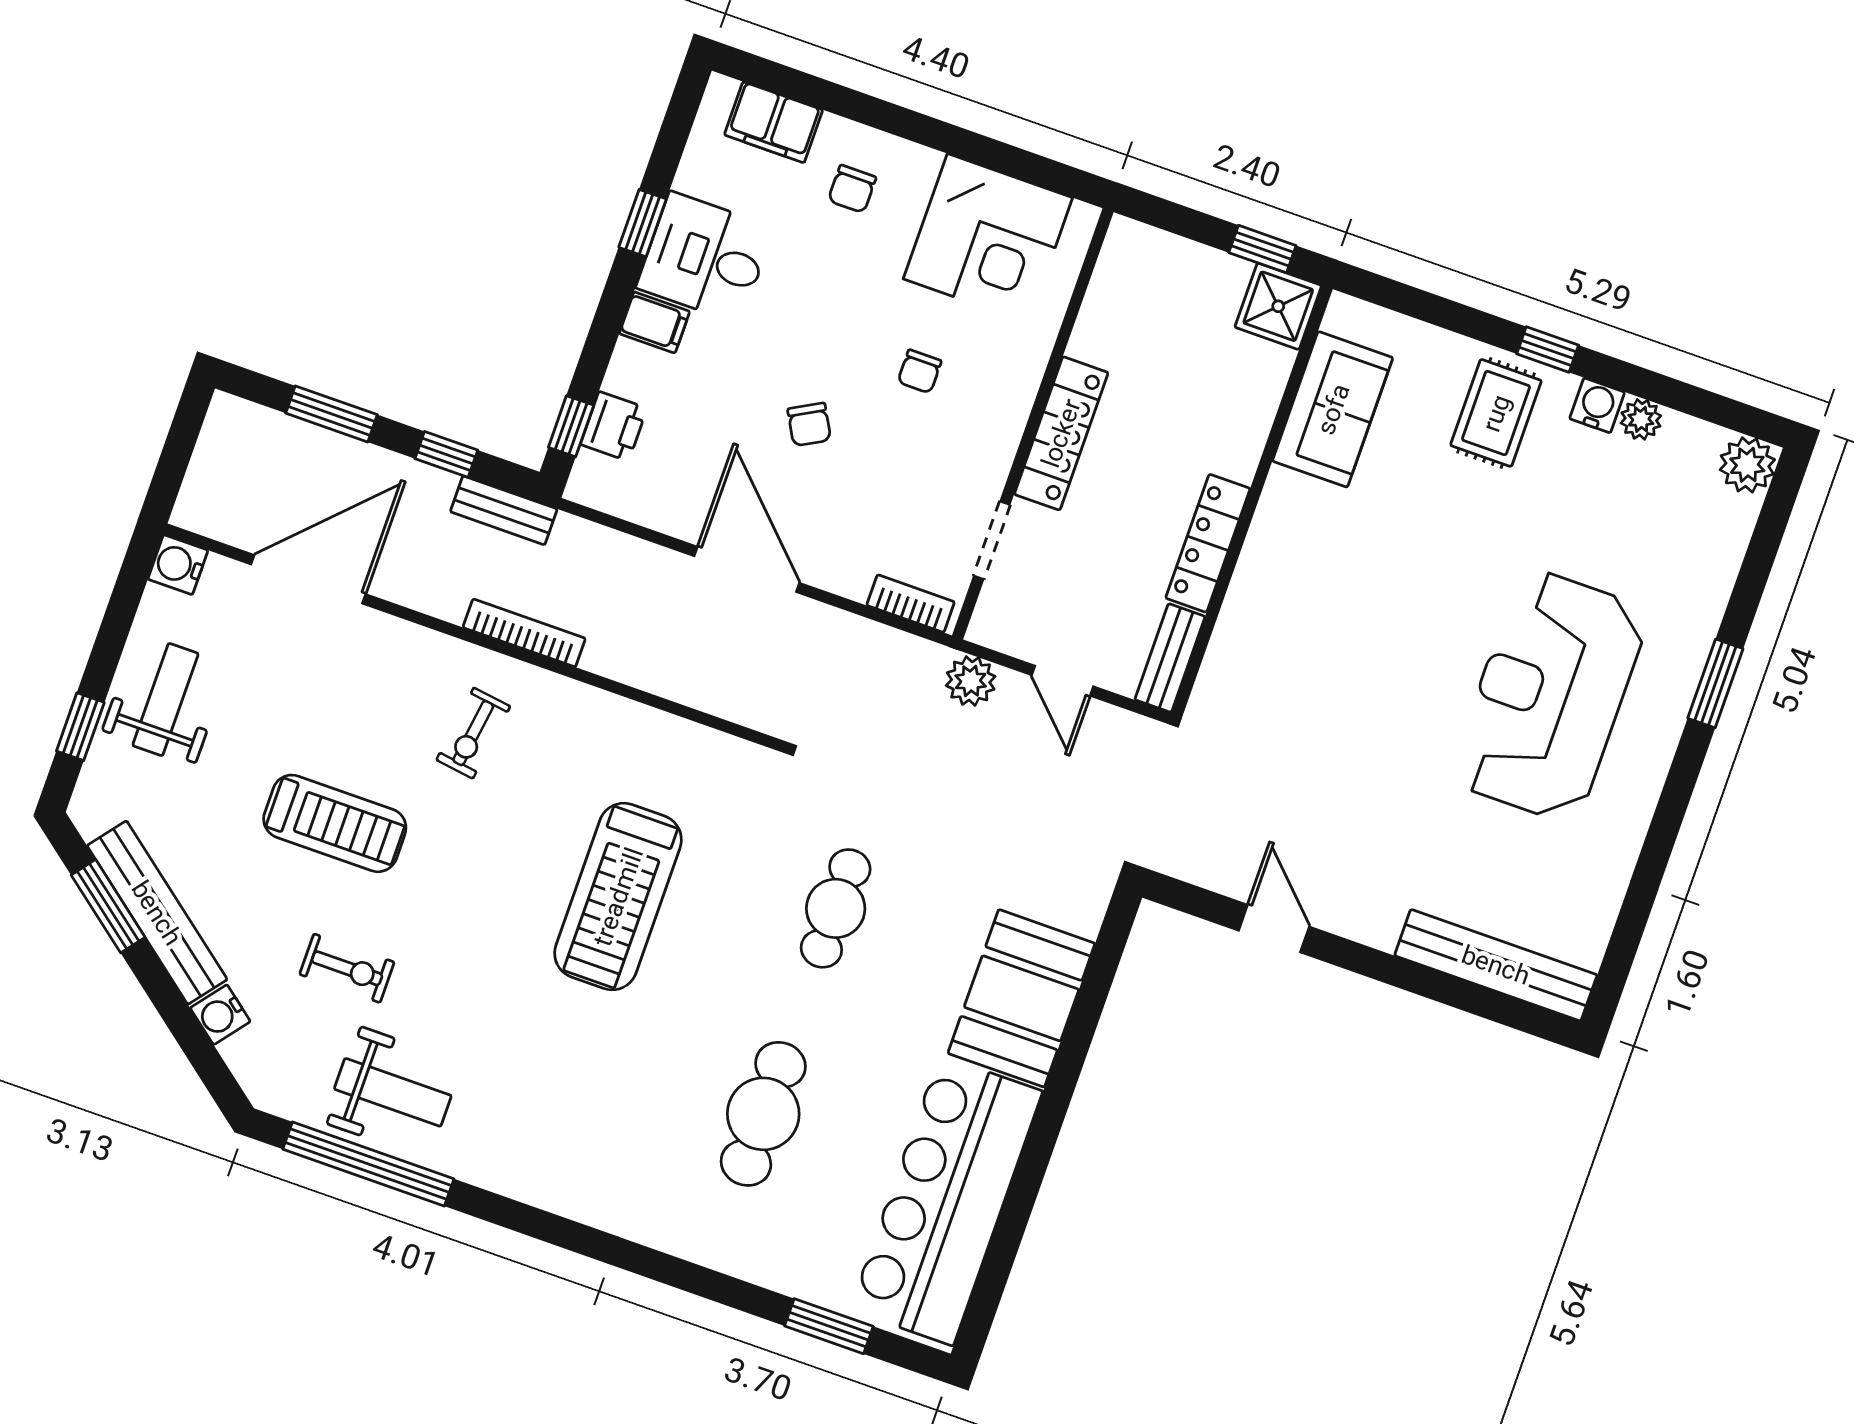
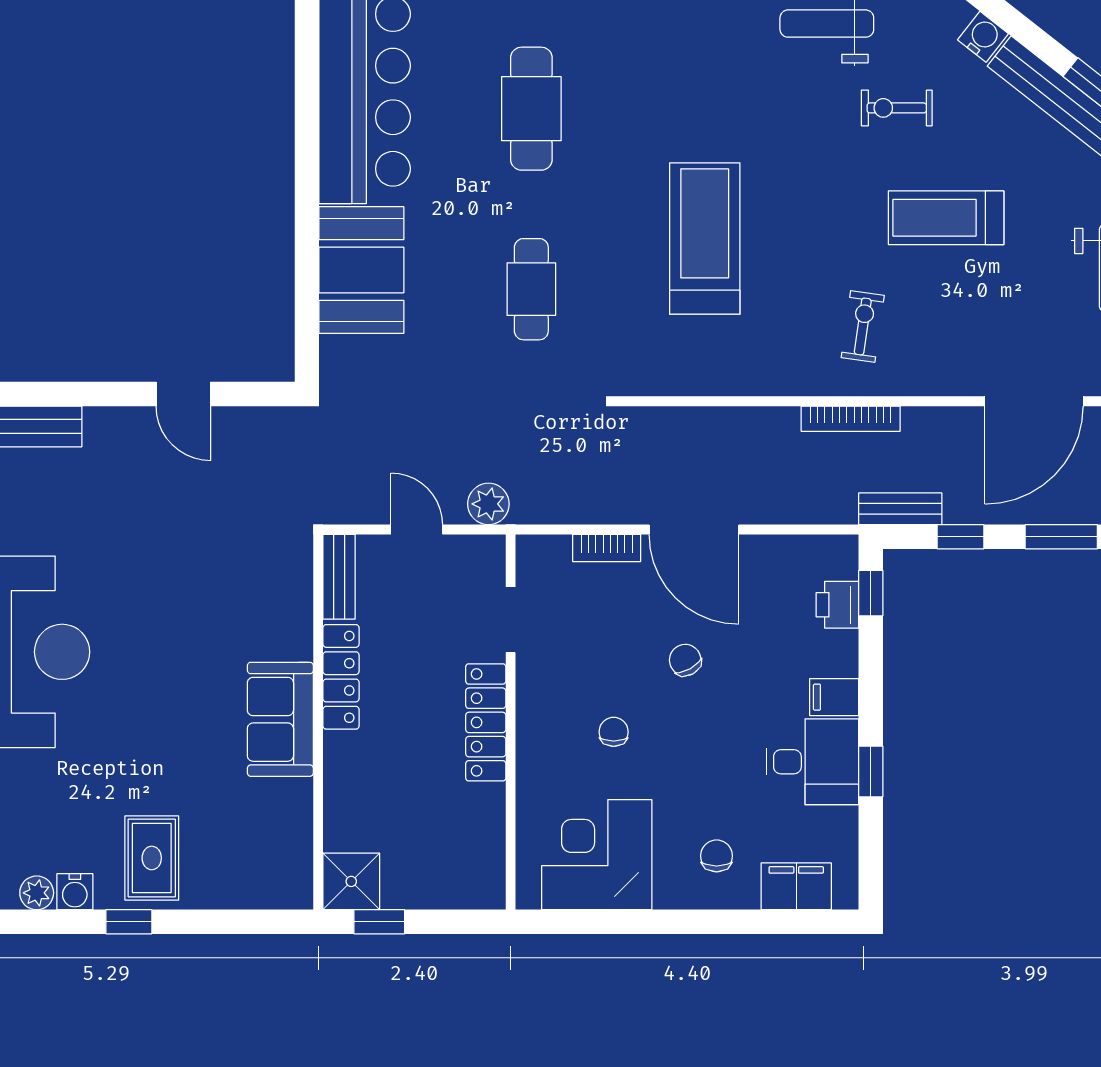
sofa: (1333, 409) -> (280, 719), moved
bookcase: (911, 604) -> (607, 548), moved

